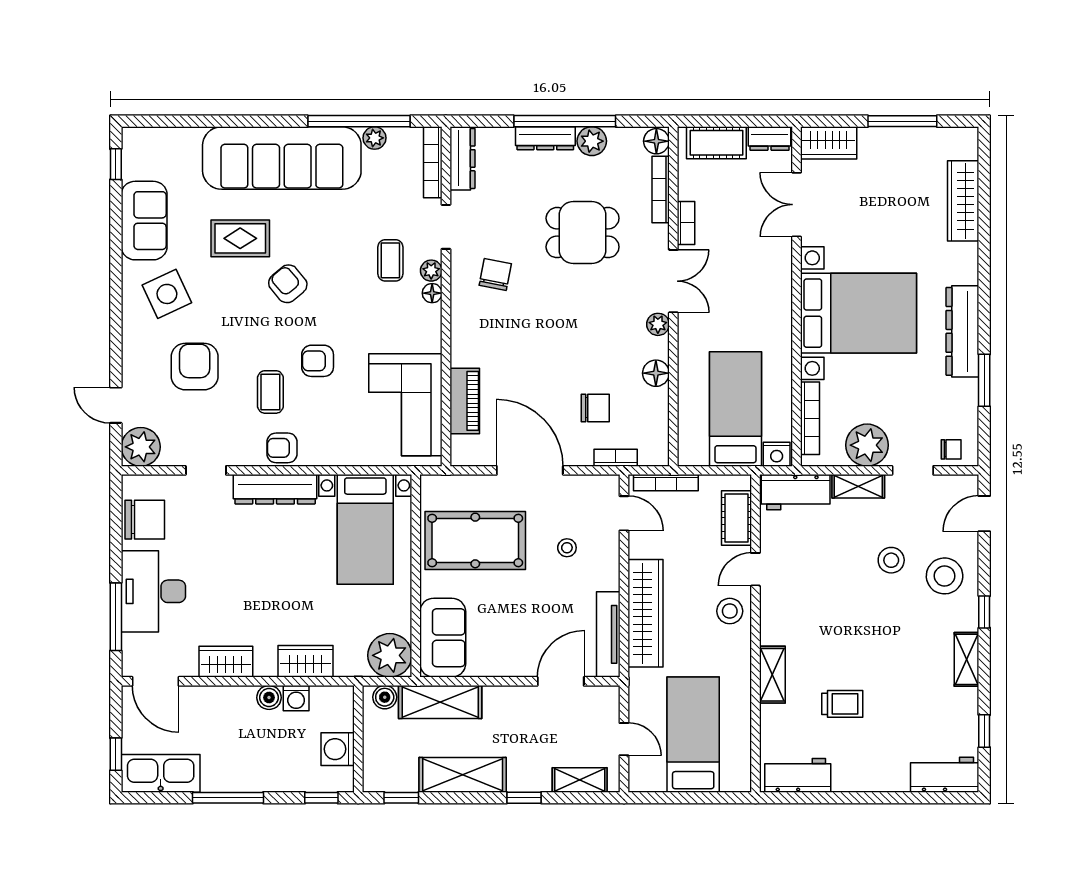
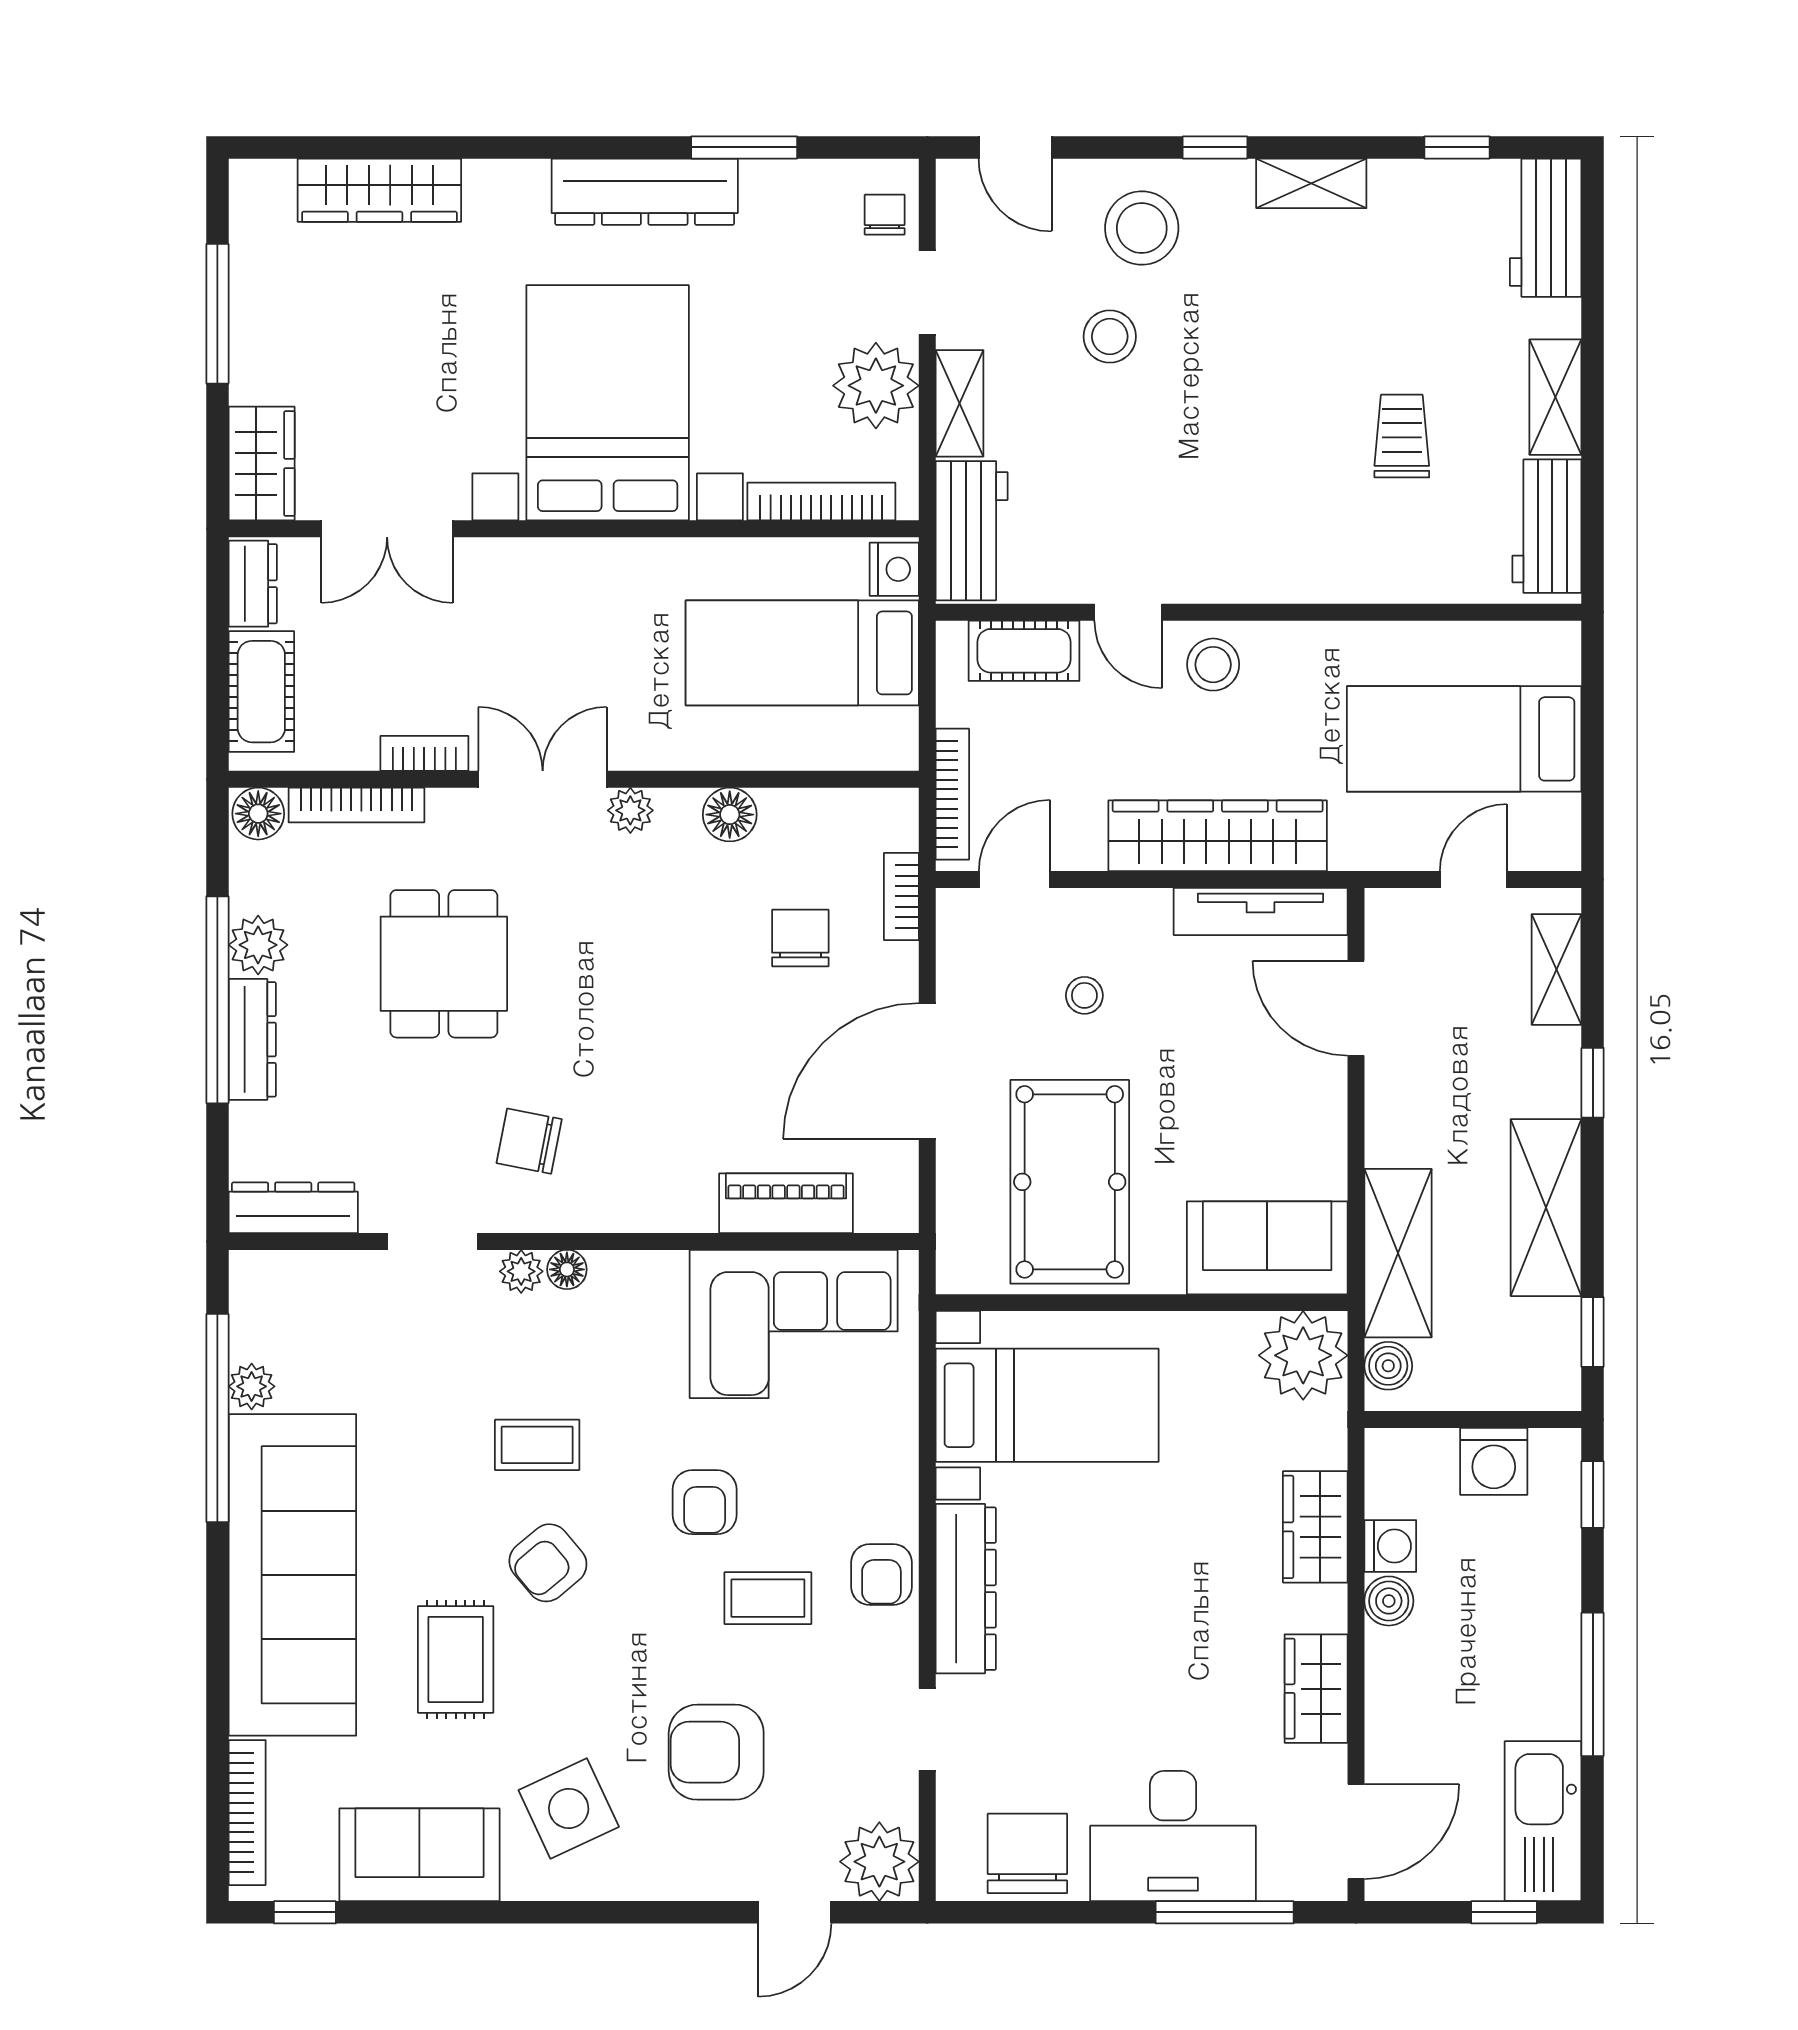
bookcase: (433, 162) -> (247, 1813), moved, turned -90
coffee table: (390, 260) -> (537, 1445), moved
shelving: (772, 675) -> (1555, 397), moved, turned 90

